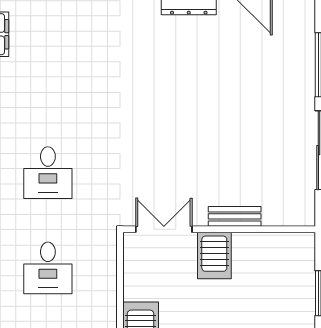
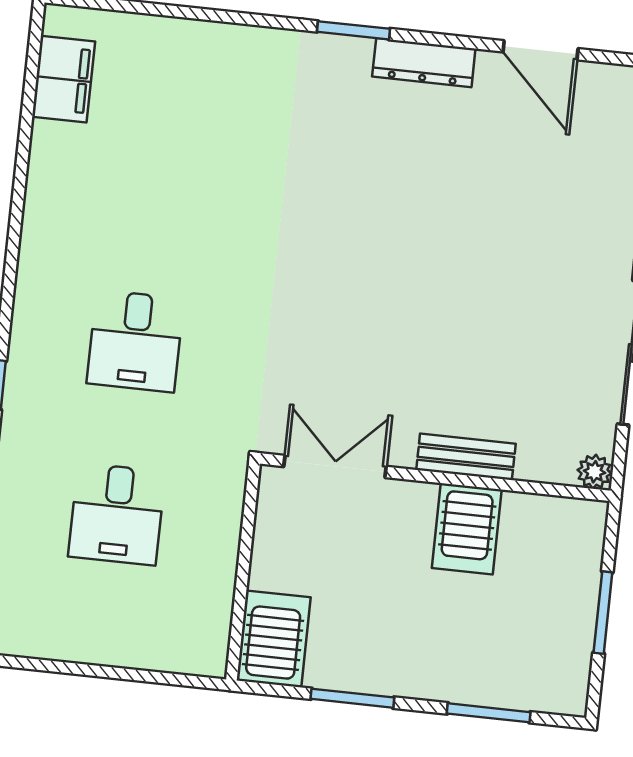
plant: (305, 217) -> (594, 472), added
server rack: (214, 256) -> (467, 529), moved

